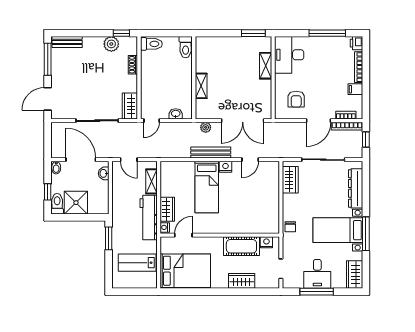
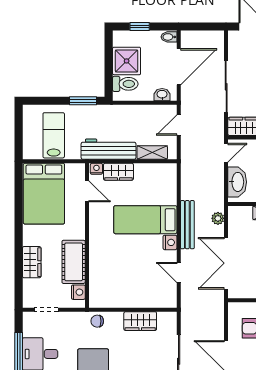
washbasin: (176, 114) -> (237, 182), width x1.91, depth x1.45
door: (152, 121) -> (226, 153), swing flipped
wardrobe: (290, 180) -> (140, 321), moved
toilet: (57, 204) -> (125, 84), moved

